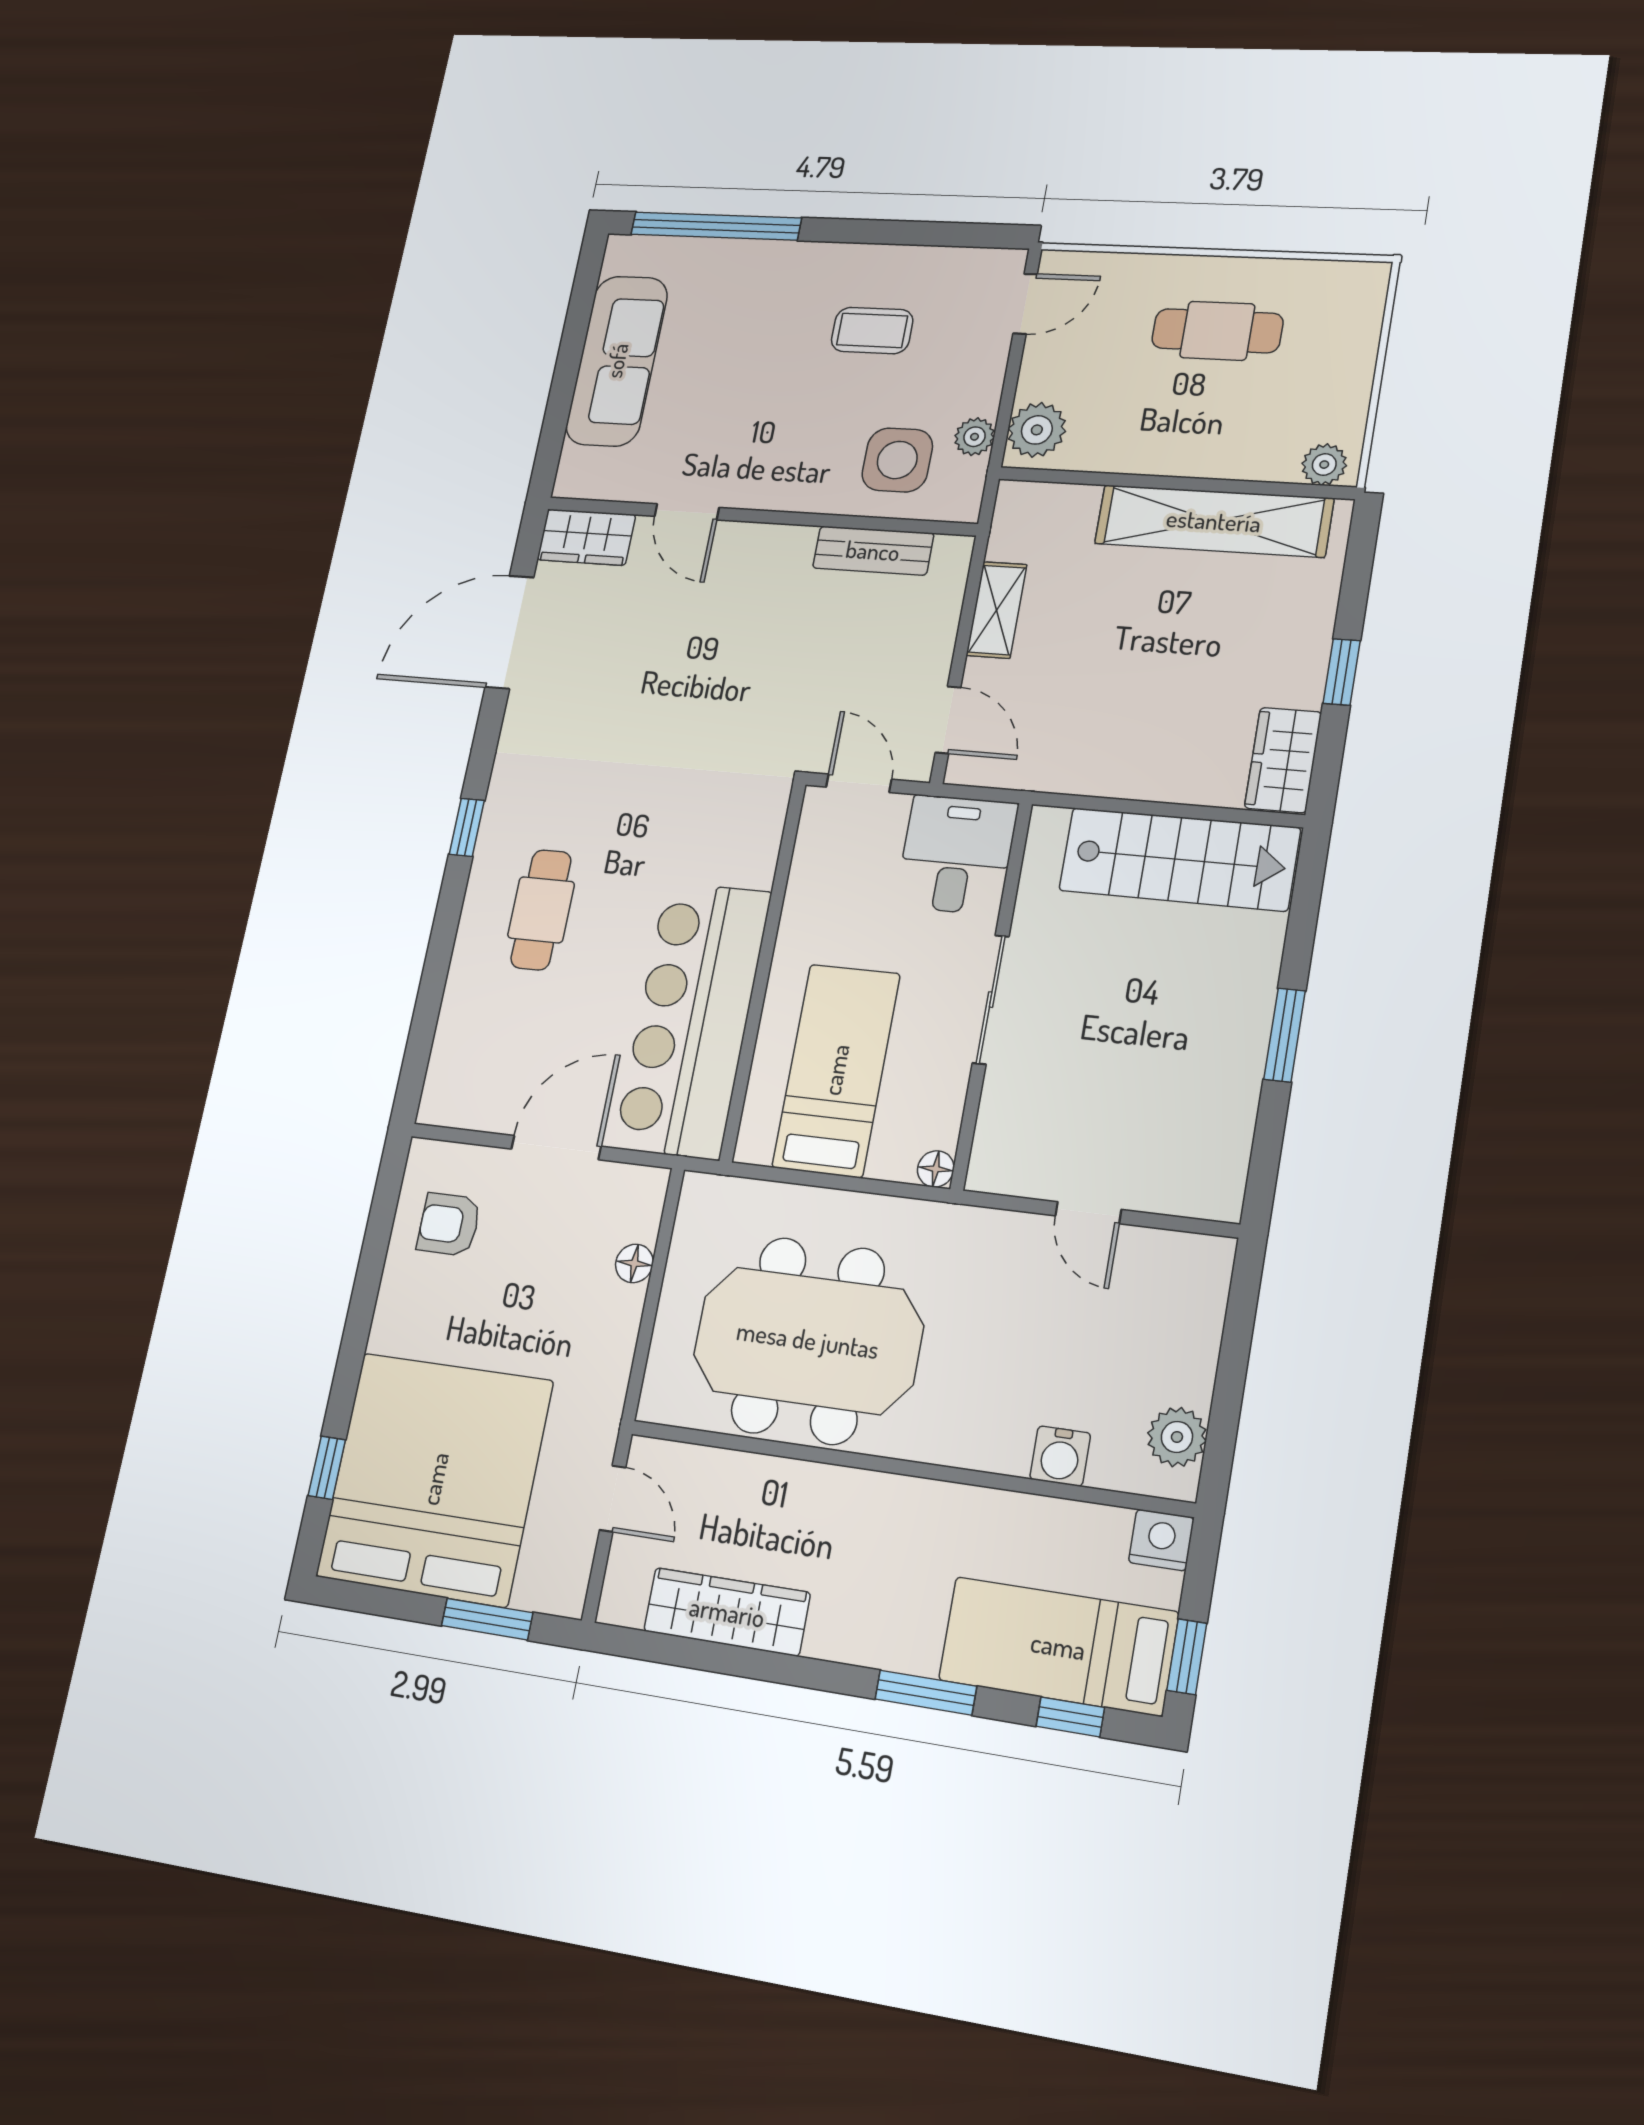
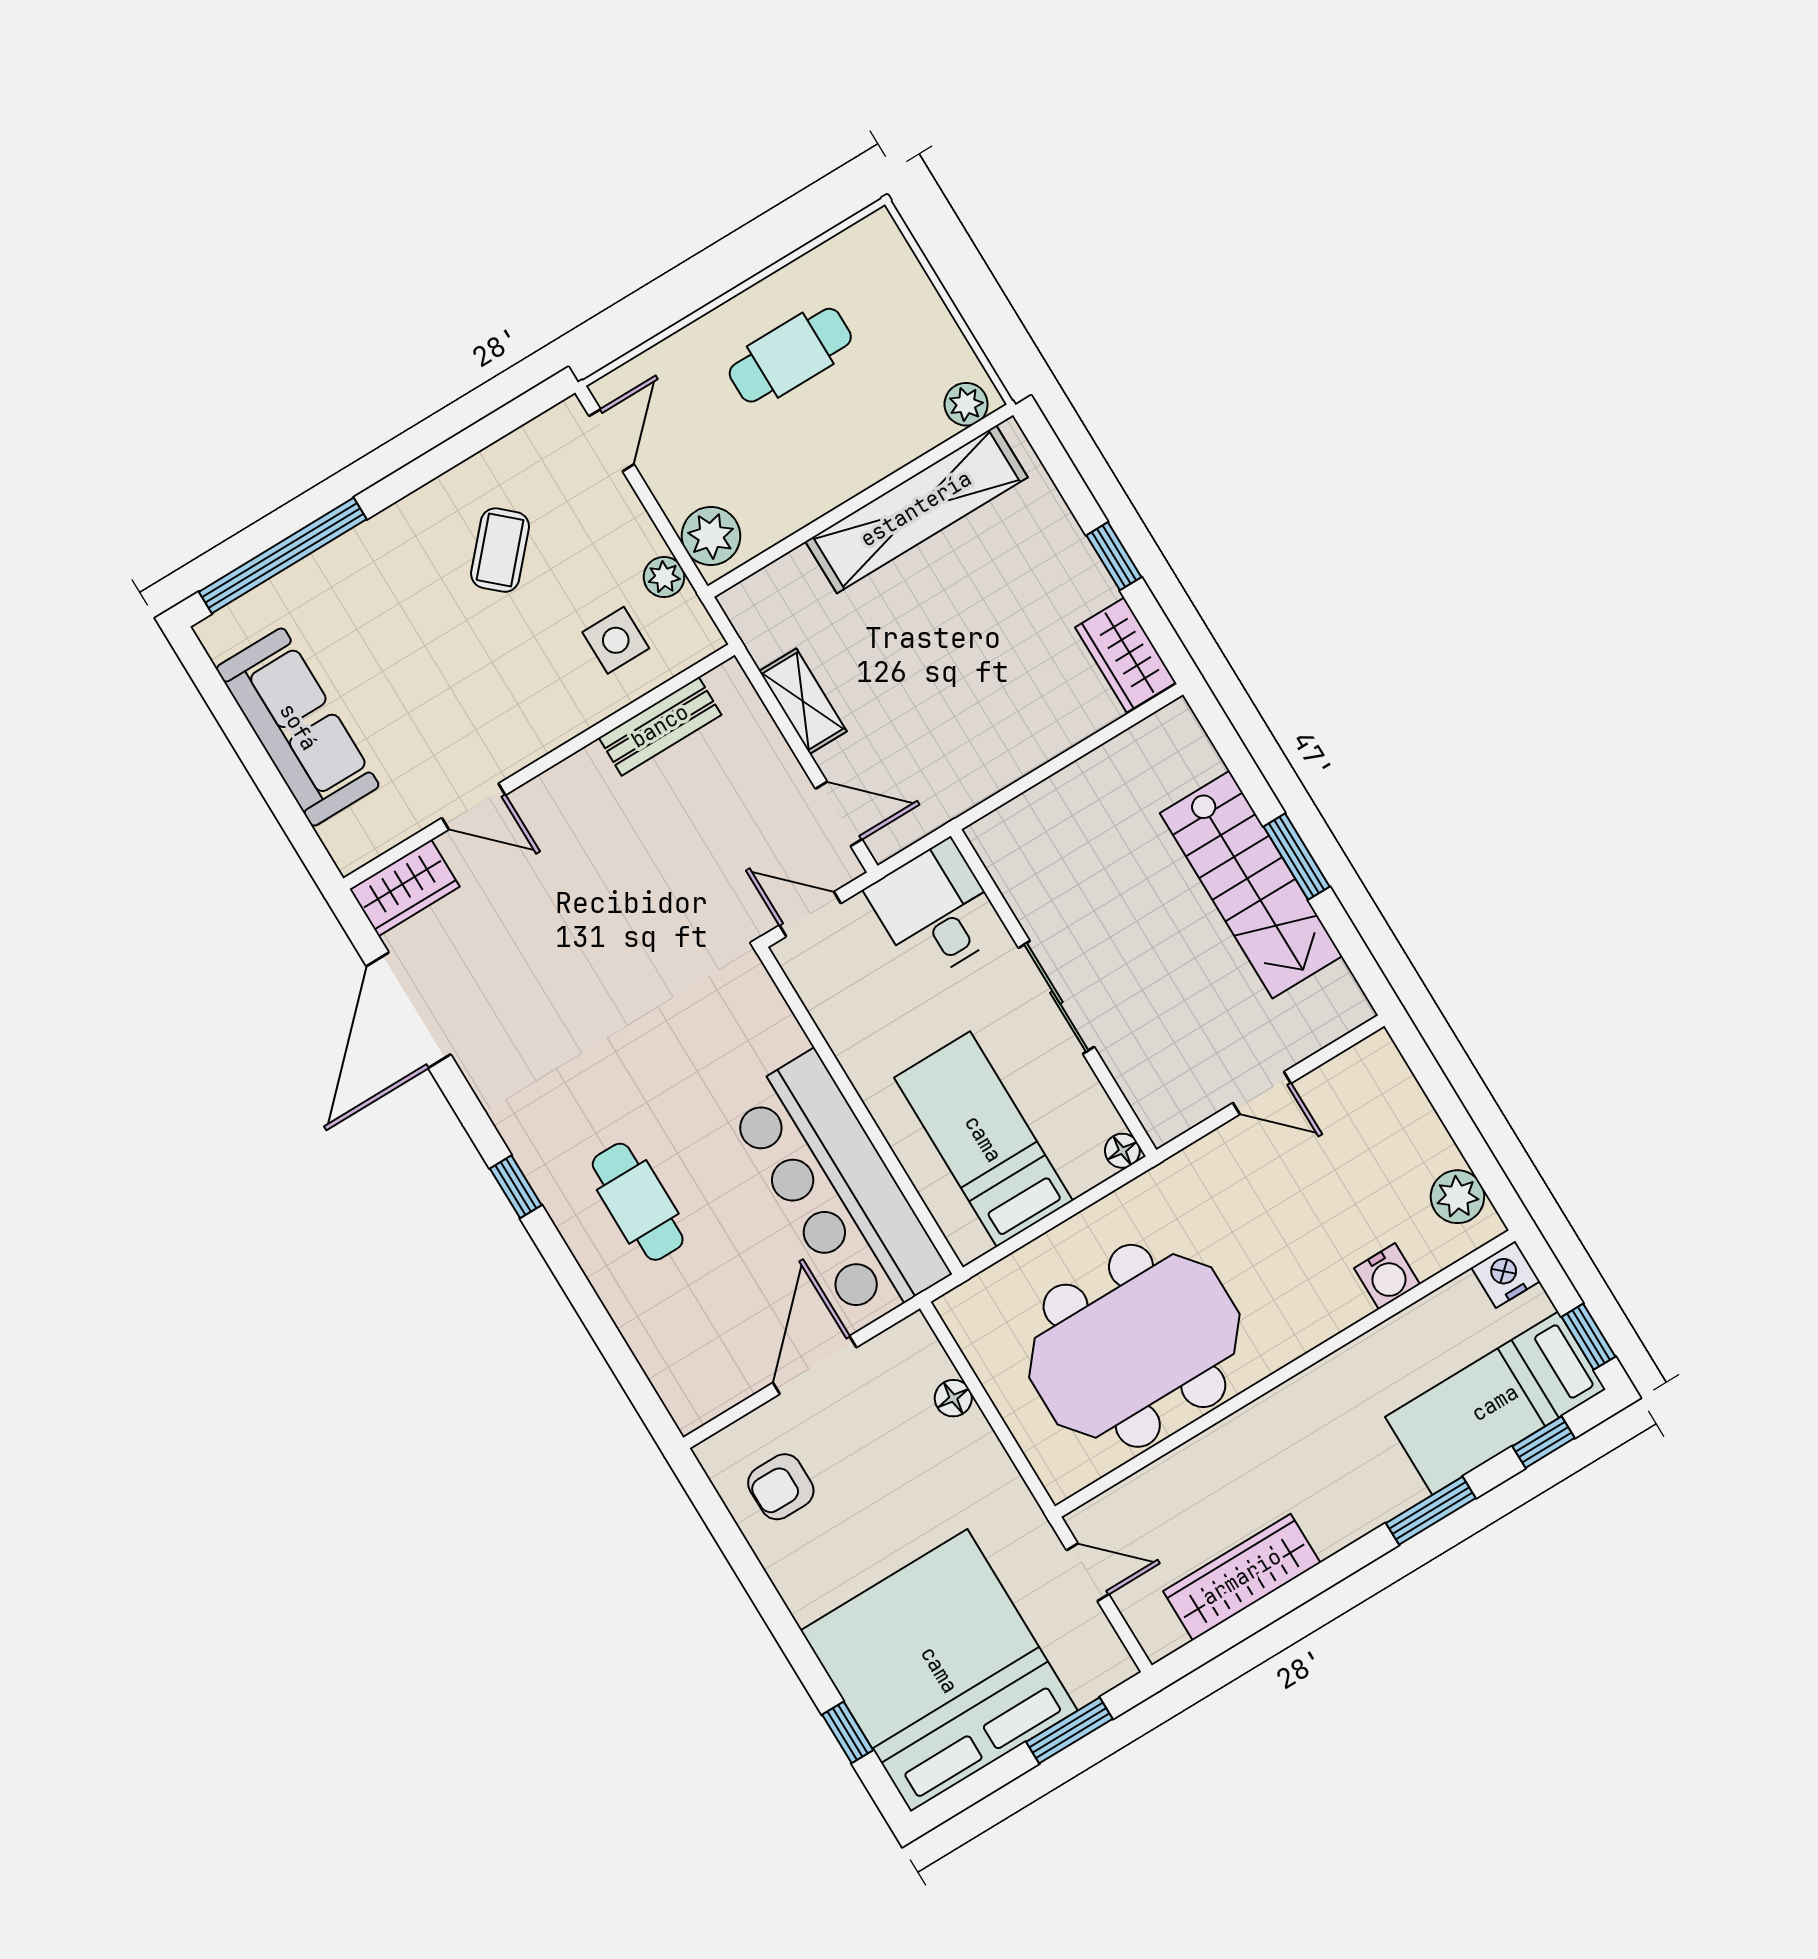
coffee table: (872, 331) -> (500, 550), turned -48
side table: (897, 460) -> (616, 640), width x0.73, depth x0.73
stairs: (1179, 859) -> (1251, 885), moved, turned 90

